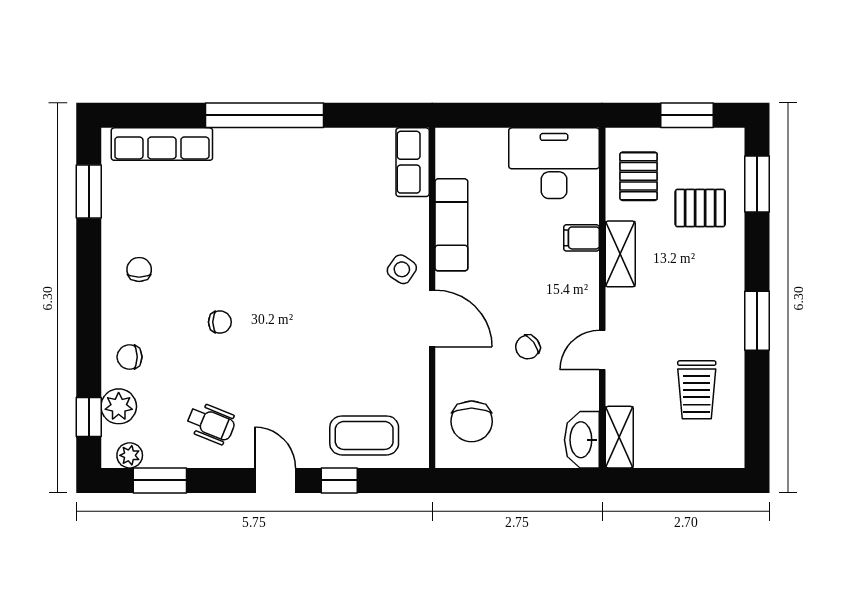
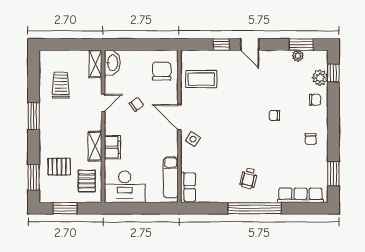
exam couch: (451, 225) -> (171, 177), moved
filing cabinet: (581, 238) -> (112, 147), width x2.00
wheelchair: (211, 423) -> (249, 178), moved, turned -98
coffee table: (364, 435) -> (201, 79), moved
plant: (130, 455) -> (298, 56), moved

